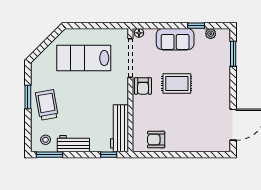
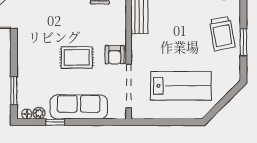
floor lamp: (139, 33) -> (27, 114), moved
sofa: (175, 39) -> (79, 107), width x1.36
armchair: (143, 86) -> (115, 55), turned 180

